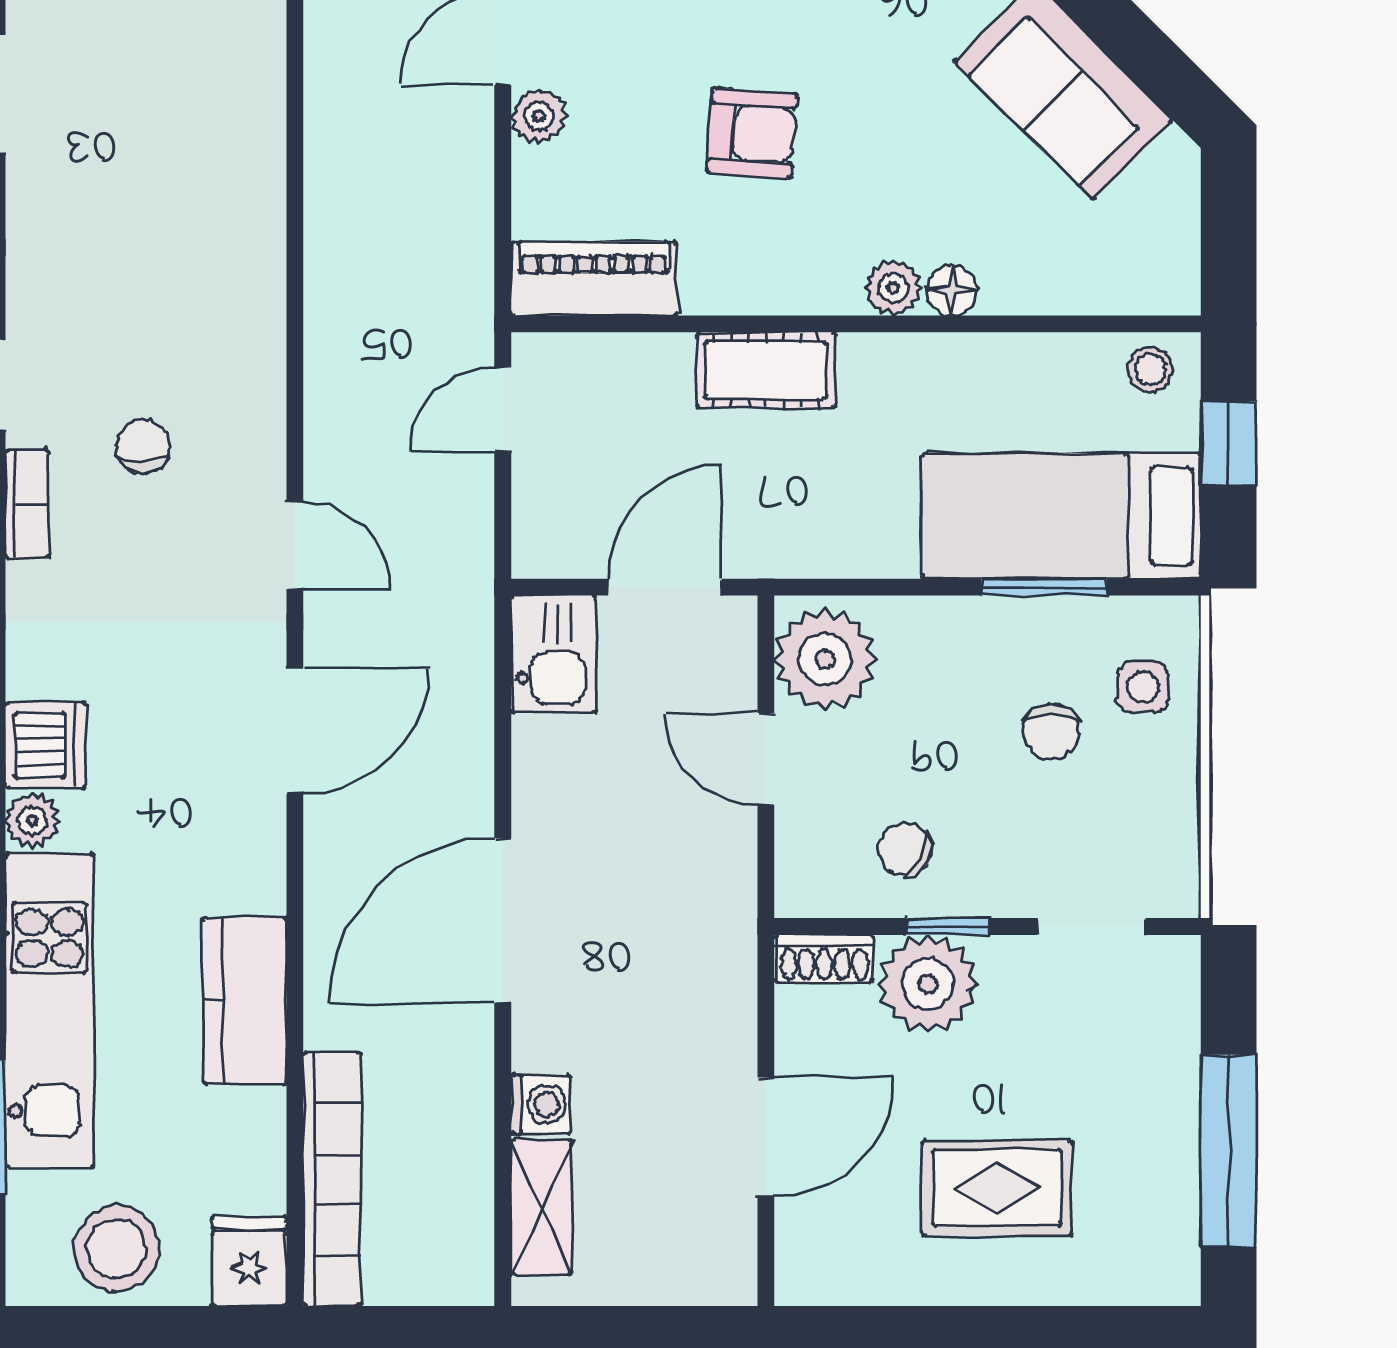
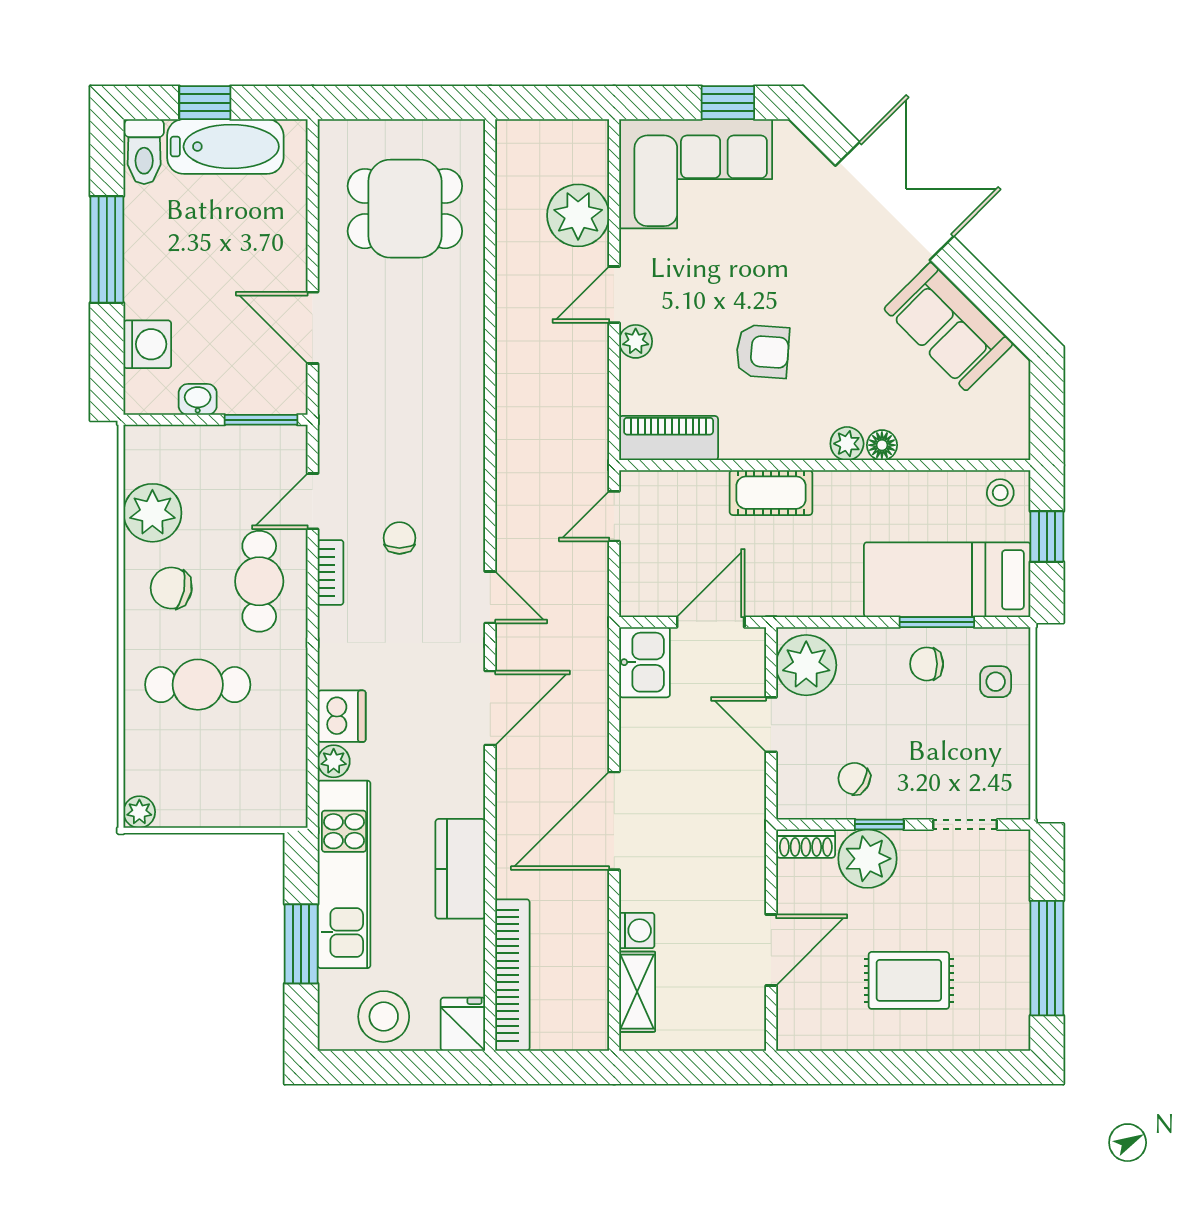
chair: (1051, 732) -> (927, 664), moved, turned 90

